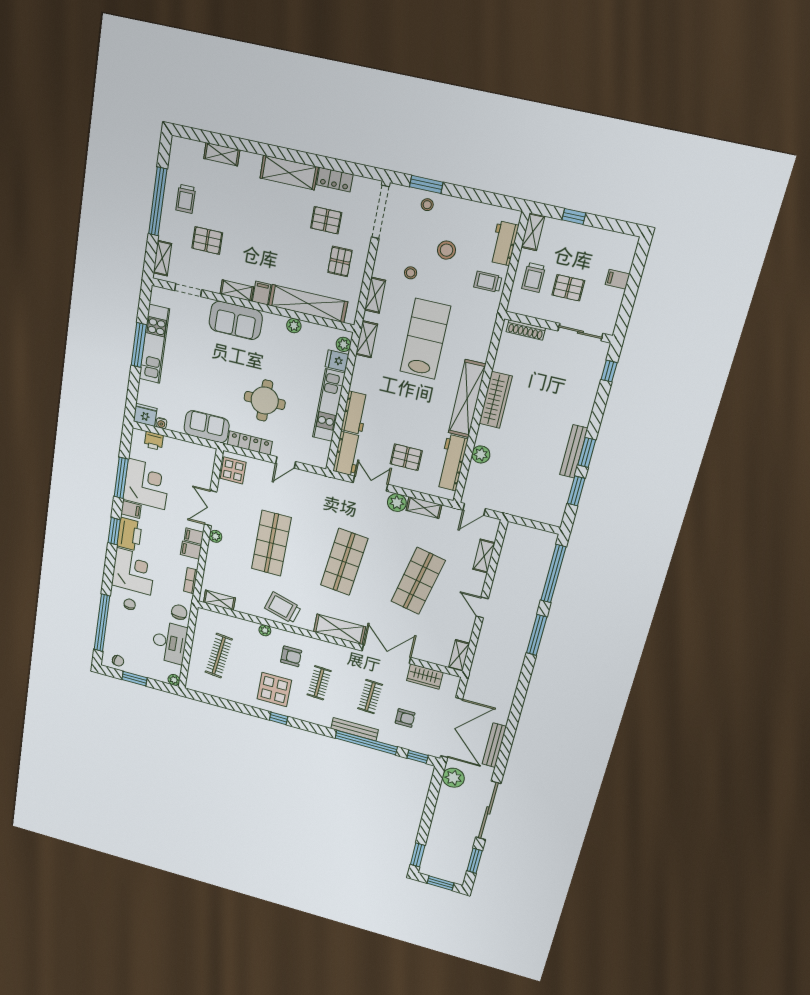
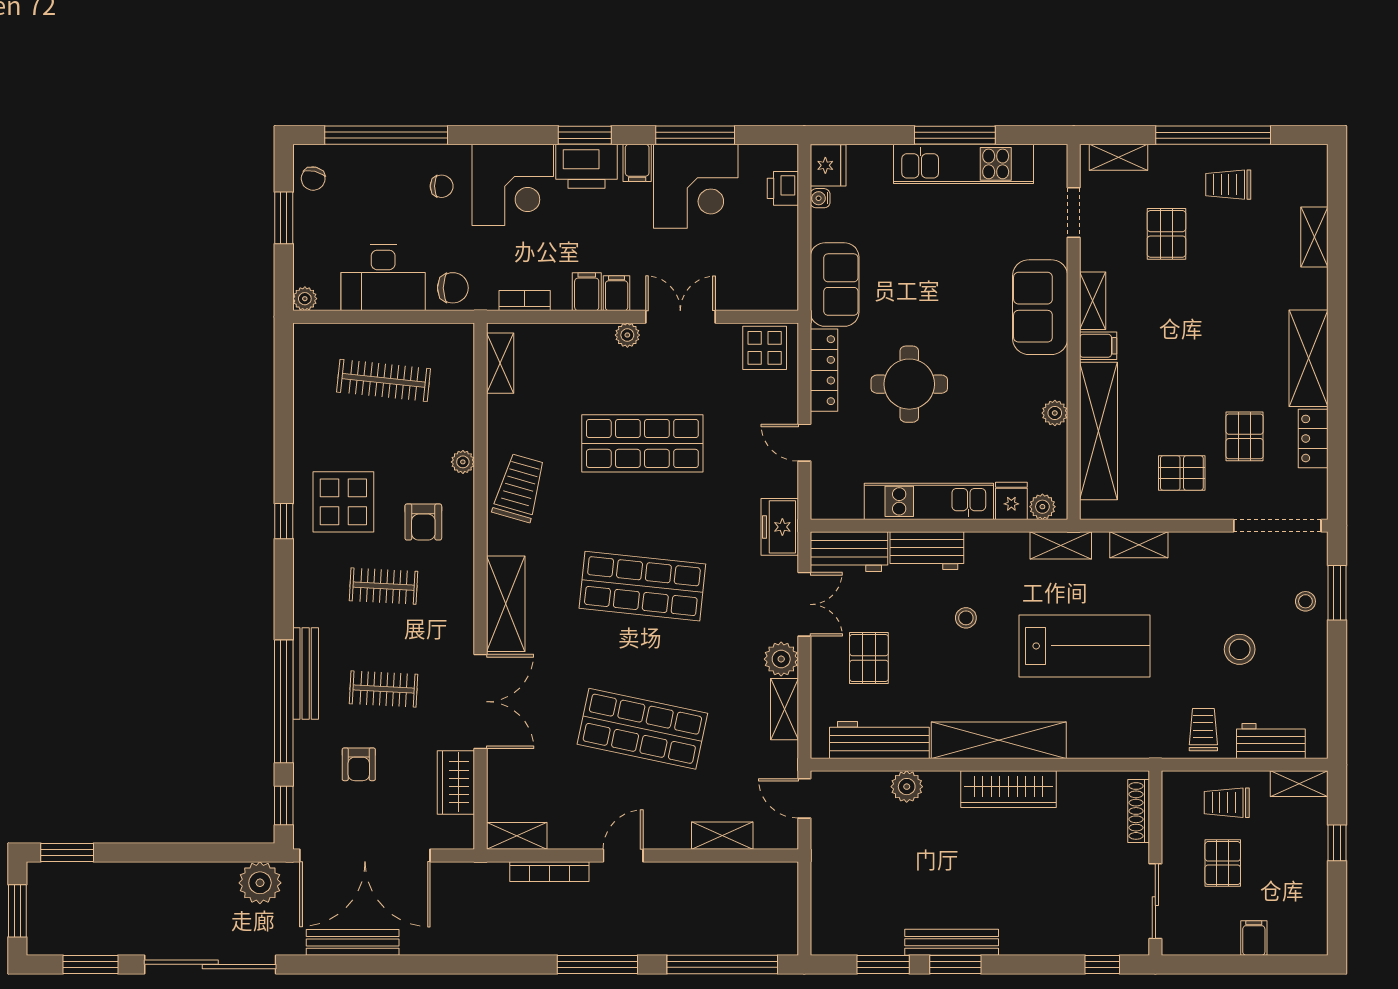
stool: (411, 273) -> (966, 618), moved
freezer: (327, 486) -> (780, 527), added
bookcase: (482, 645) -> (549, 872), added

